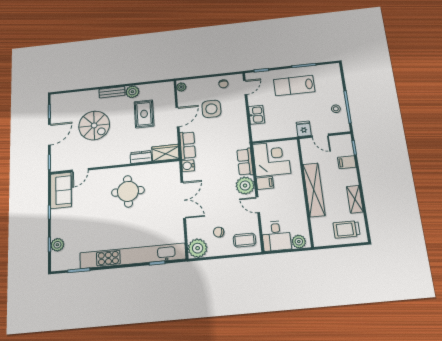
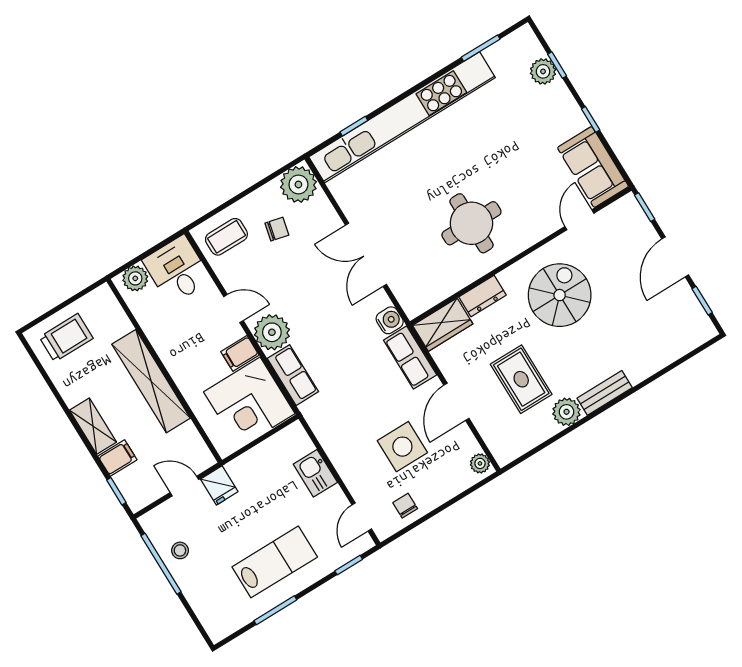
spiral stairs: (94, 125) -> (560, 295), moved, turned 90
shelving: (355, 199) -> (93, 426), moved

